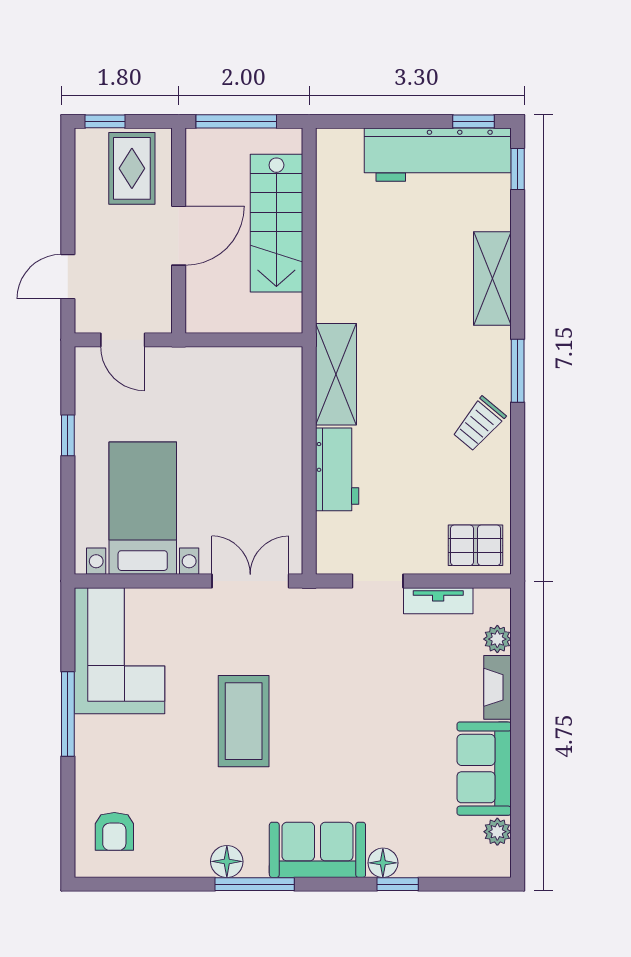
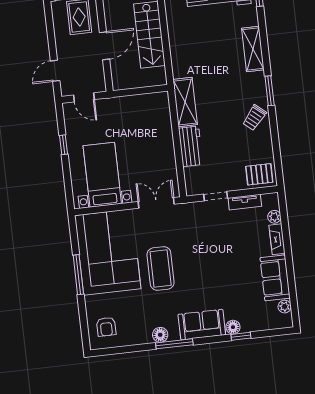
corner sofa: (119, 651) -> (108, 252), width x1.36, depth x1.36

